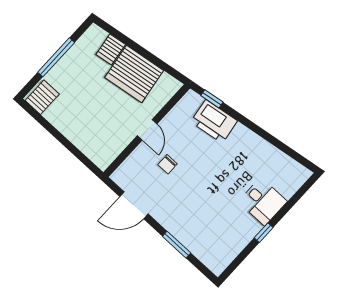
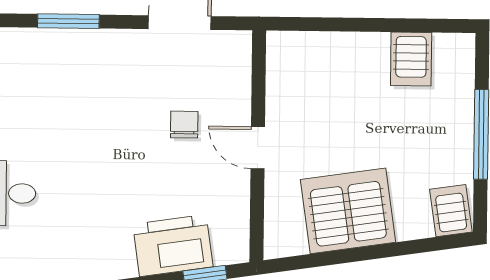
server rack: (111, 49) -> (451, 211), moved
server rack: (42, 97) -> (411, 59), moved

